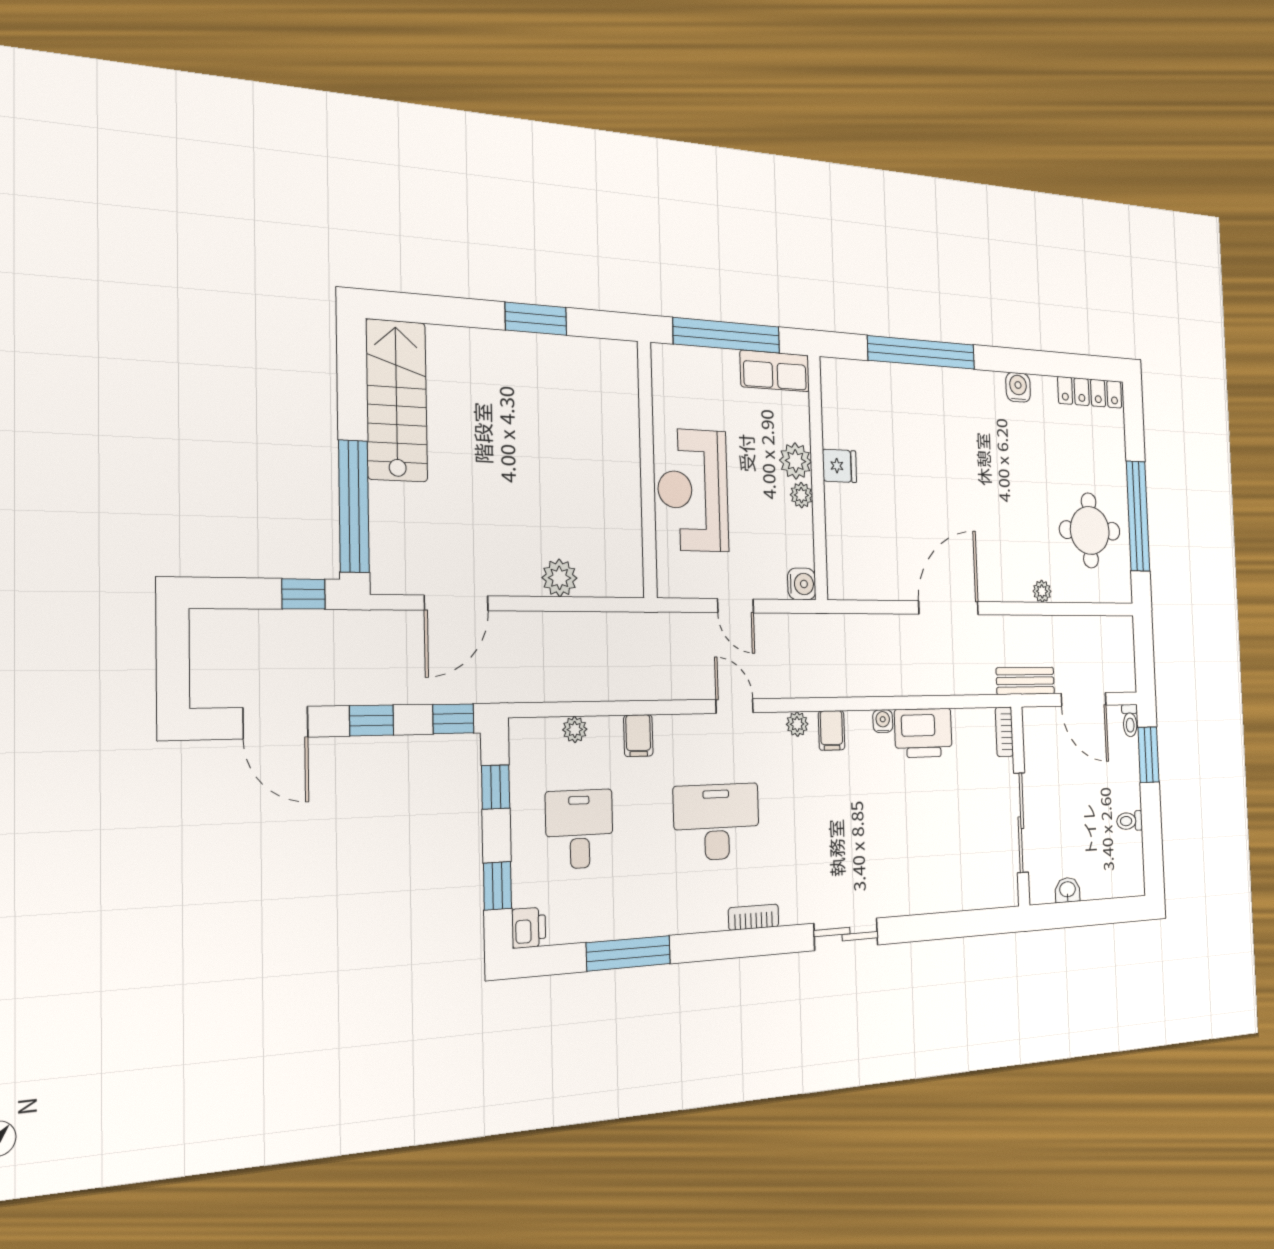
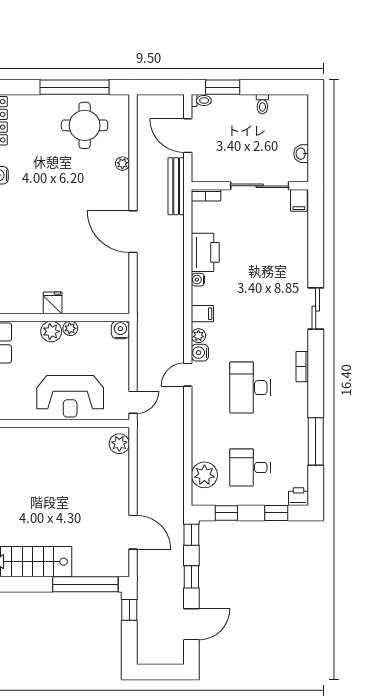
plant: (559, 578) -> (119, 444), moved
door: (736, 606) -> (133, 402), moved
bench: (1025, 681) -> (176, 186), width x1.36
door: (1084, 699) -> (188, 136), swing flipped
water cooler: (770, 728) -> (200, 353), added
plant: (575, 730) -> (204, 475), width x1.88, depth x1.88
filing cabinet: (638, 736) -> (299, 200), moved, turned 90

